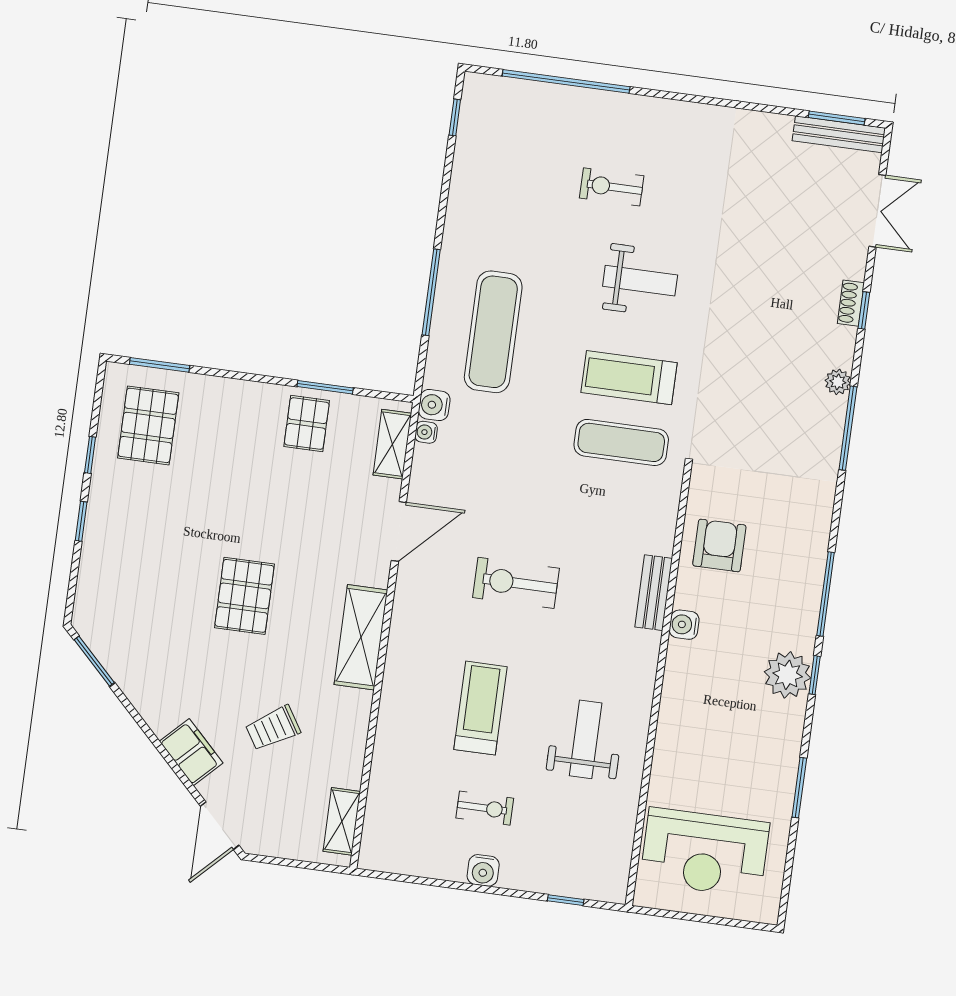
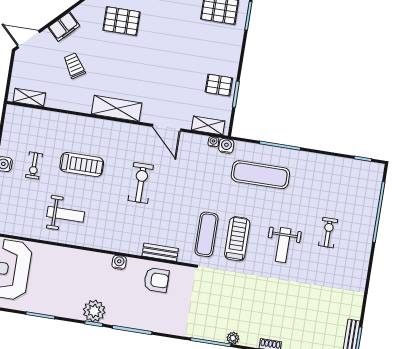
bench: (654, 593) -> (160, 252), moved
pallet: (244, 596) -> (122, 21), moved

